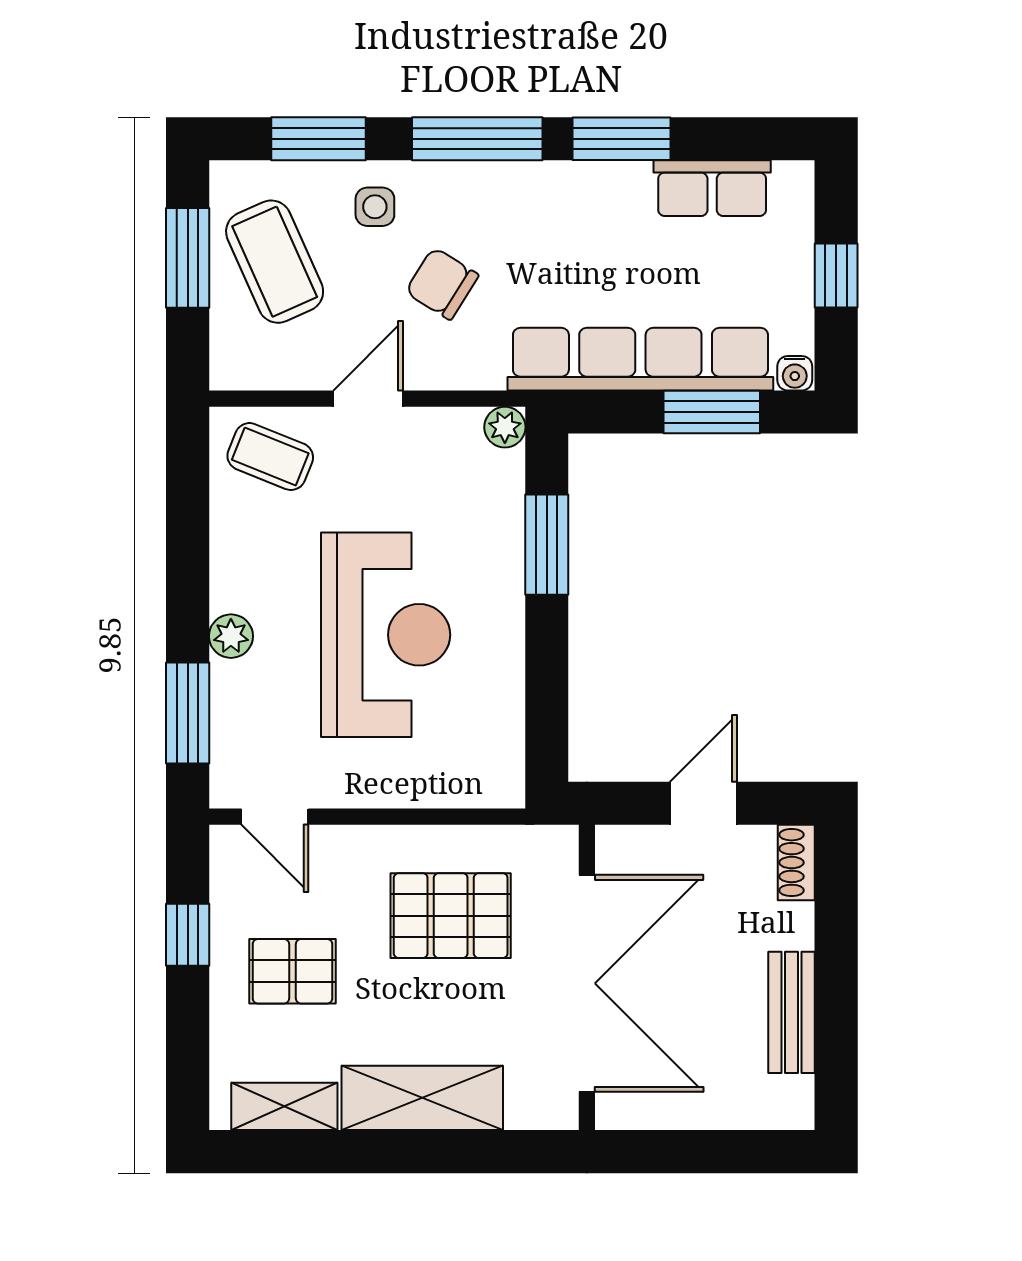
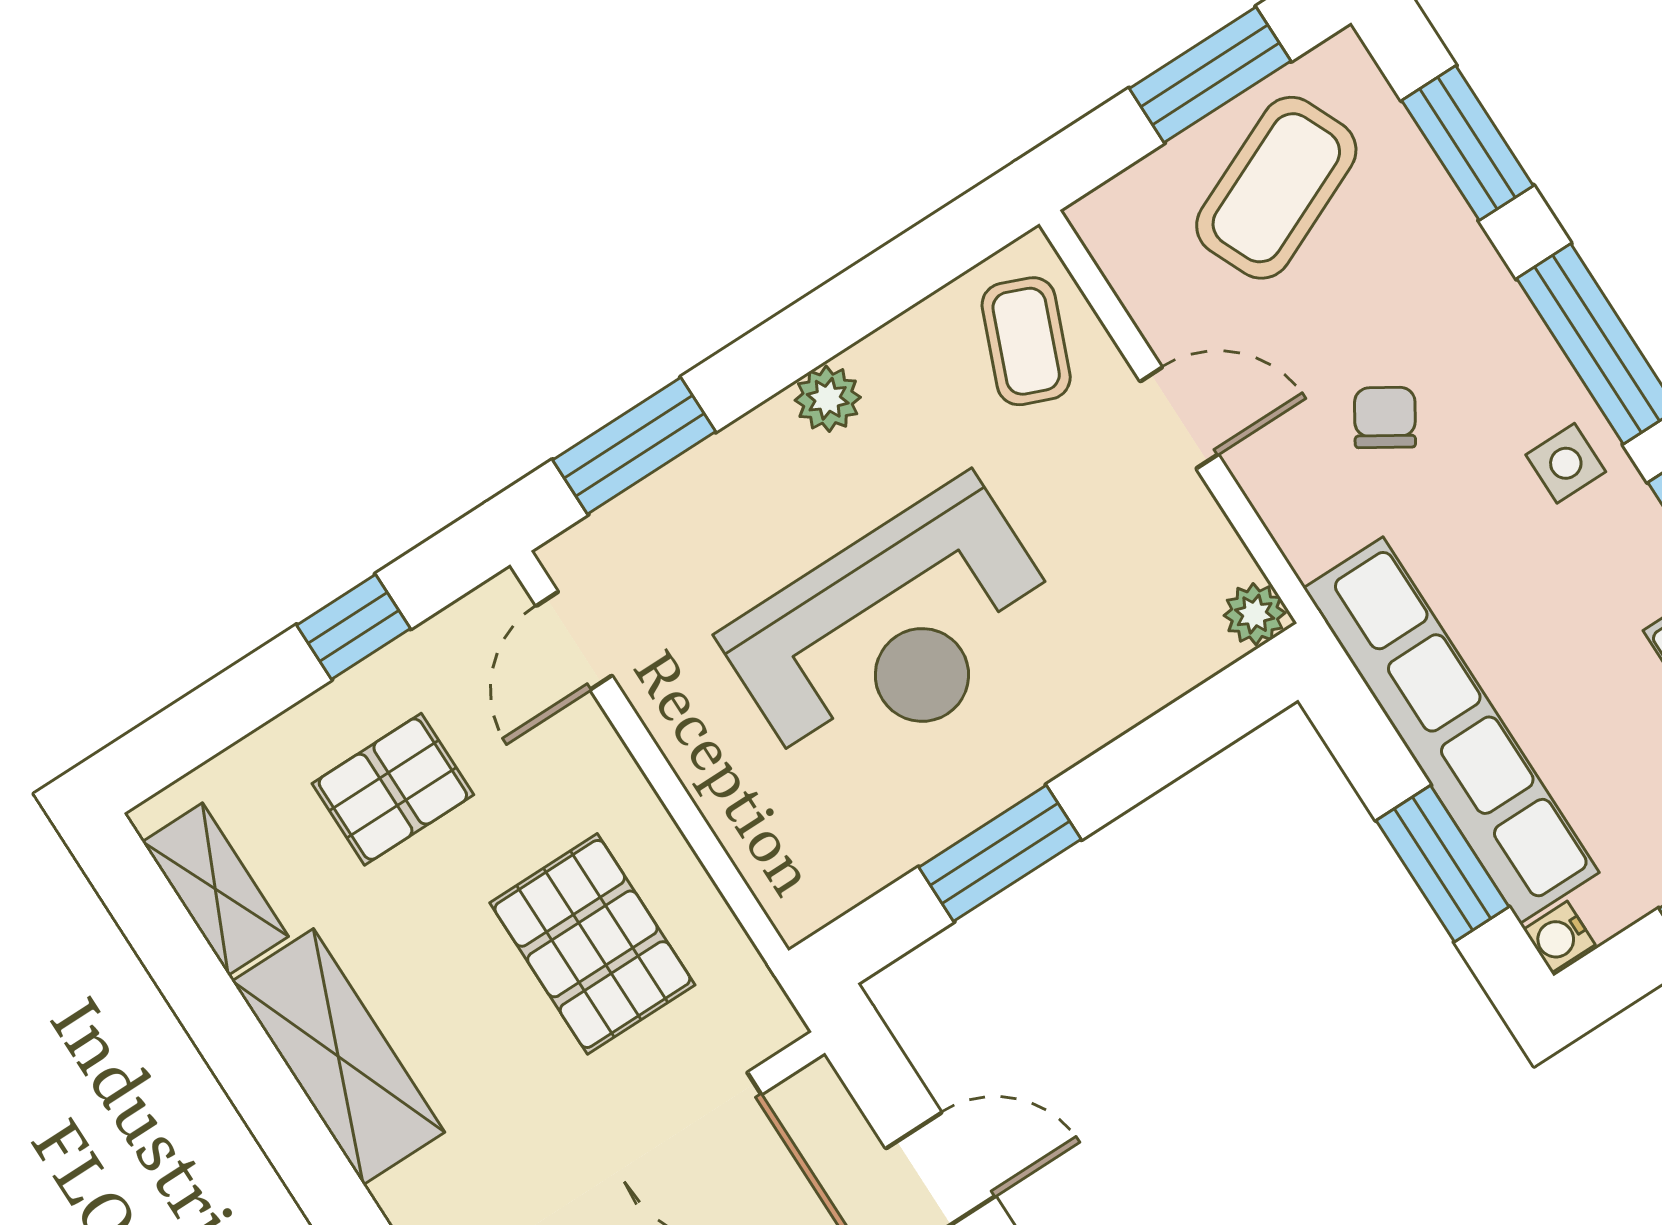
side table: (375, 207) -> (1566, 463), moved
chair: (442, 284) -> (1385, 417), width x0.73, depth x0.73
window: (547, 545) -> (1000, 853), moved
plant: (231, 636) -> (828, 399), moved
pallet: (292, 971) -> (393, 789), turned 90

